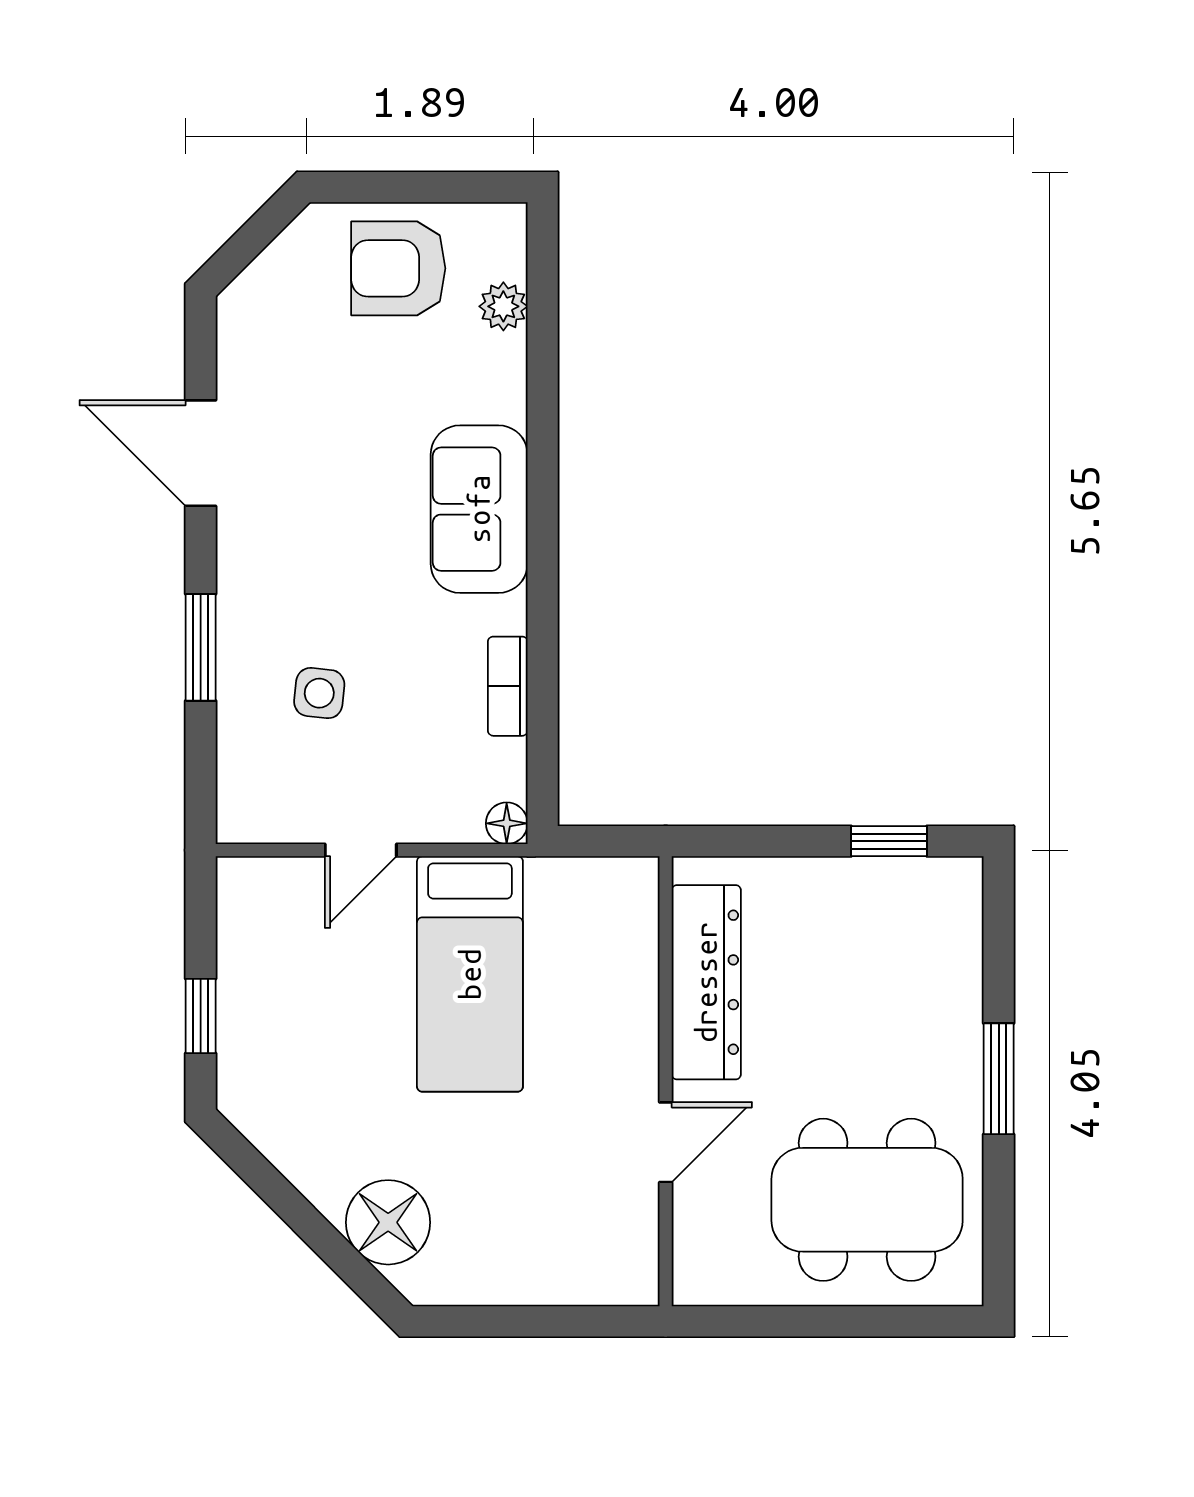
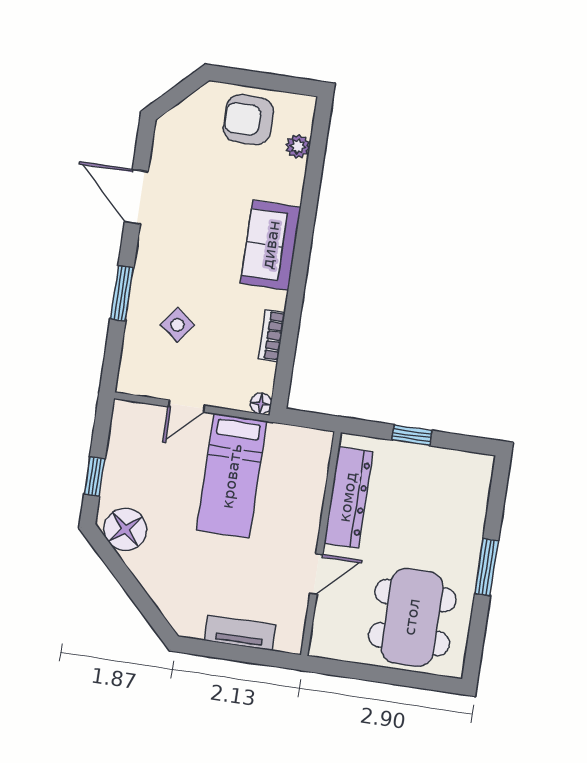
side table: (319, 693) -> (178, 325), turned 31
window: (889, 841) -> (412, 435), moved
dining table: (867, 1200) -> (412, 617), turned 90
floor lamp: (388, 1222) -> (125, 529), moved
tv unit: (533, 1280) -> (240, 633), added

